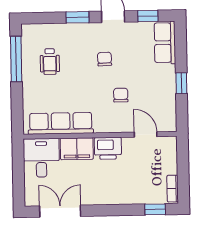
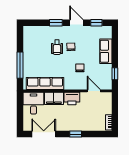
row of seats: (165, 43) -> (106, 51), moved
window: (16, 59) -> (20, 65), moved
wheelchair: (50, 62) -> (57, 47), moved
window: (181, 83) -> (115, 74), moved
window: (155, 209) -> (76, 134), moved

